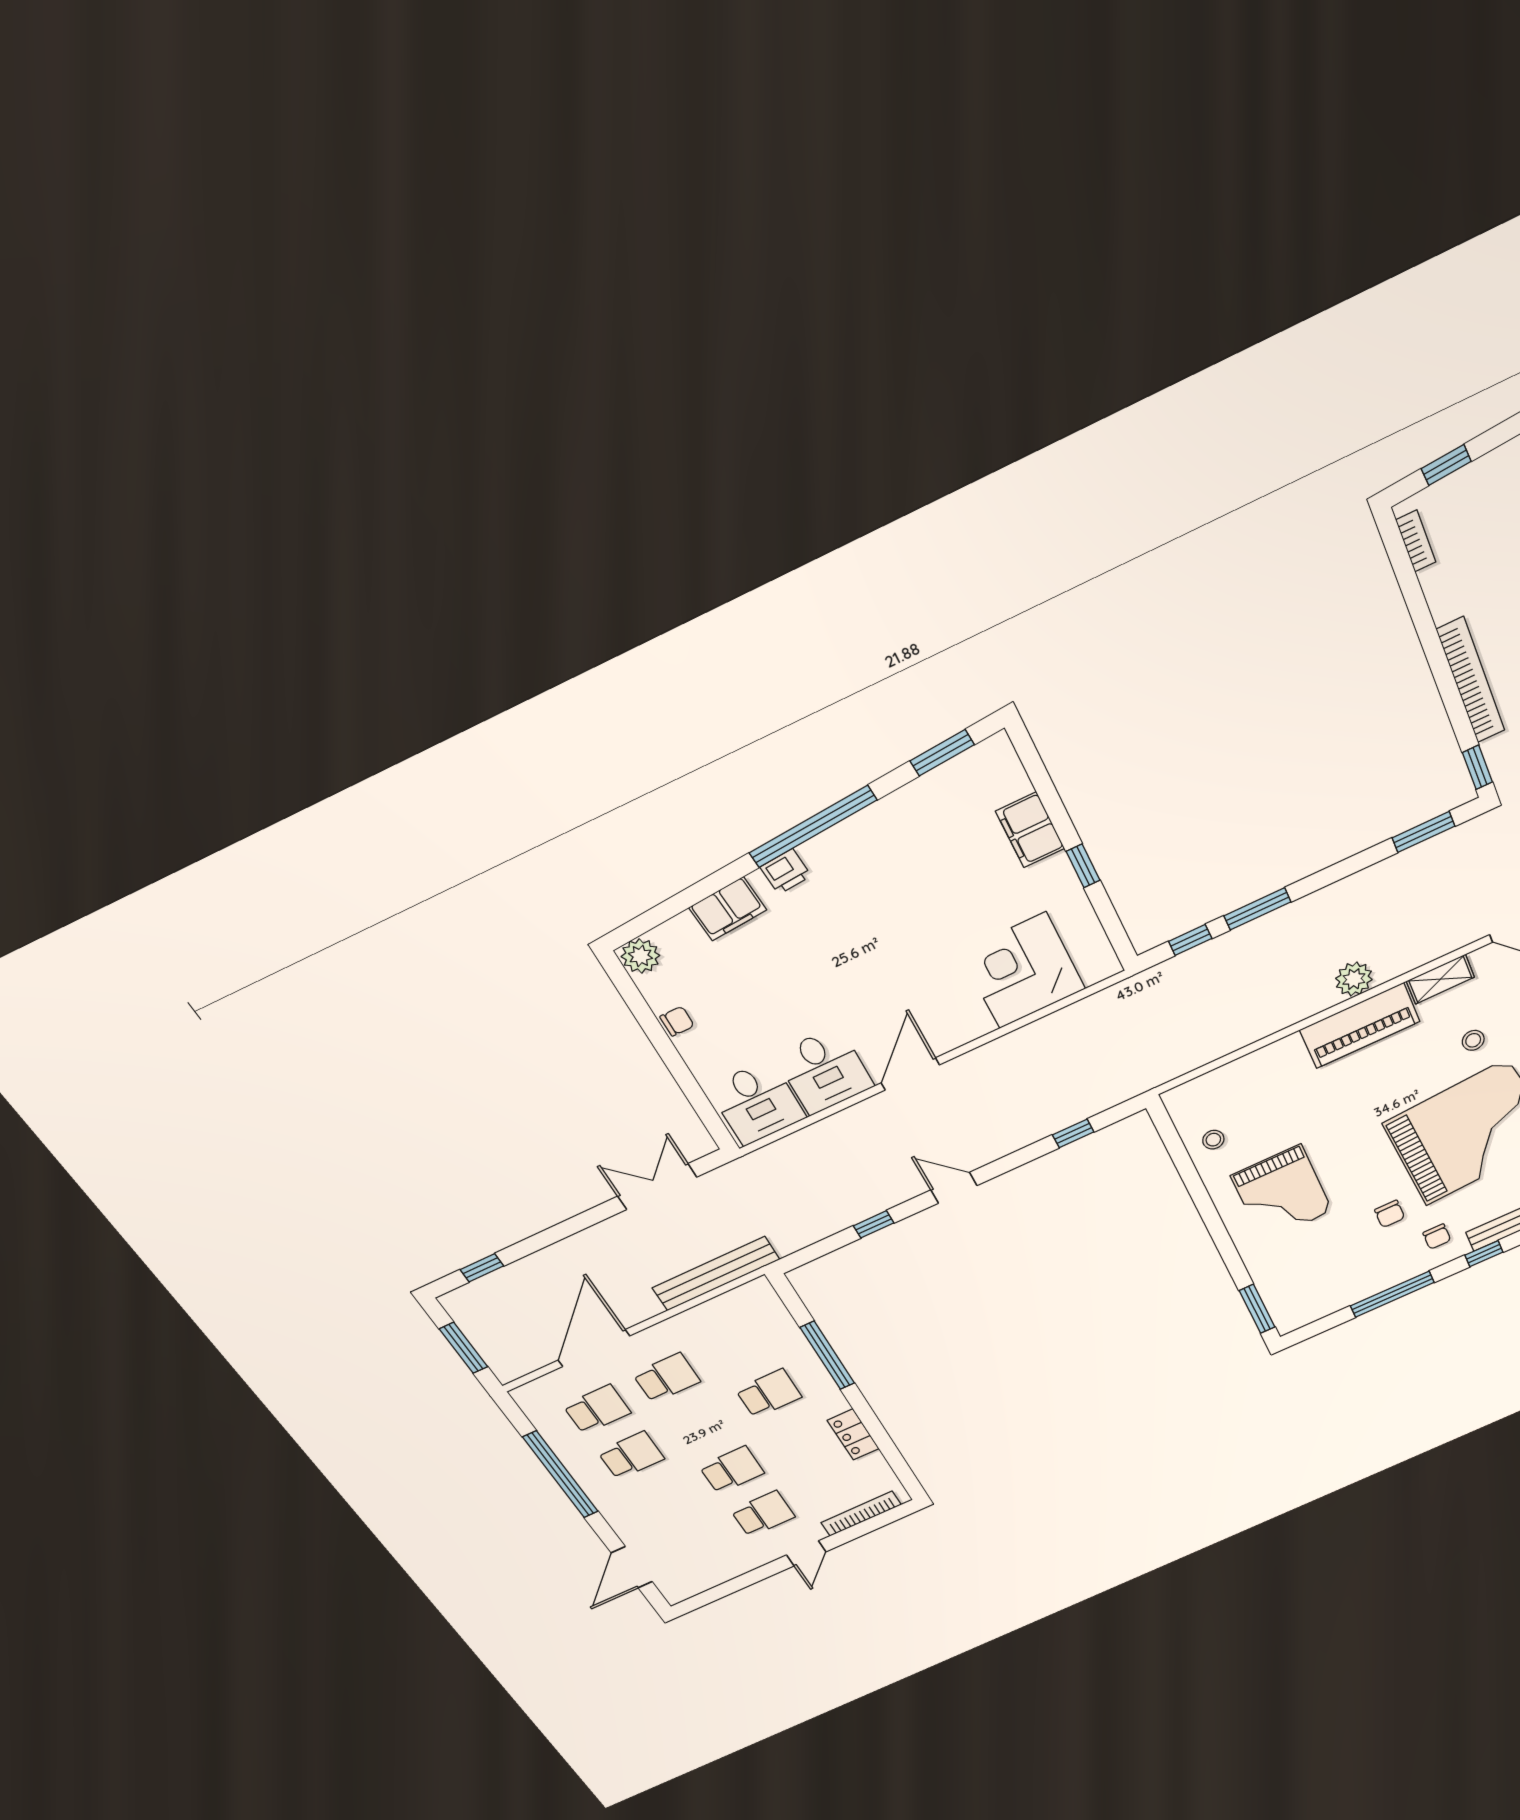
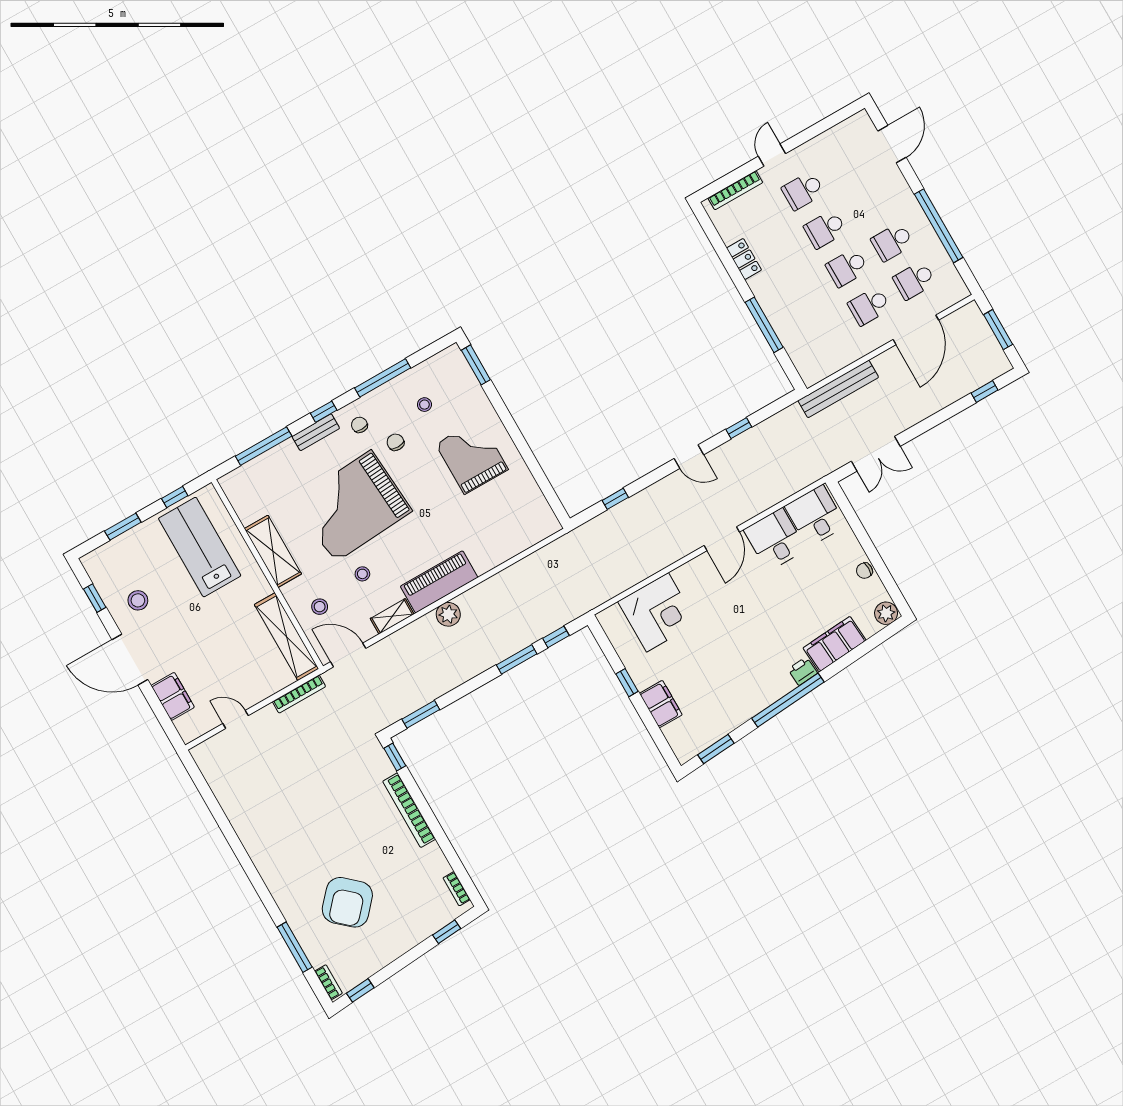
filing cabinet: (728, 909) -> (835, 644), width x1.50, depth x1.17
stool: (1213, 1140) -> (424, 405), moved
school desk: (769, 1393) -> (847, 268), moved

